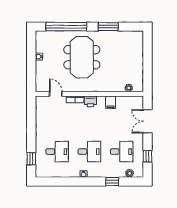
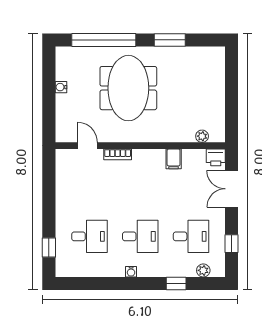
printer: (91, 101) -> (216, 157), moved

